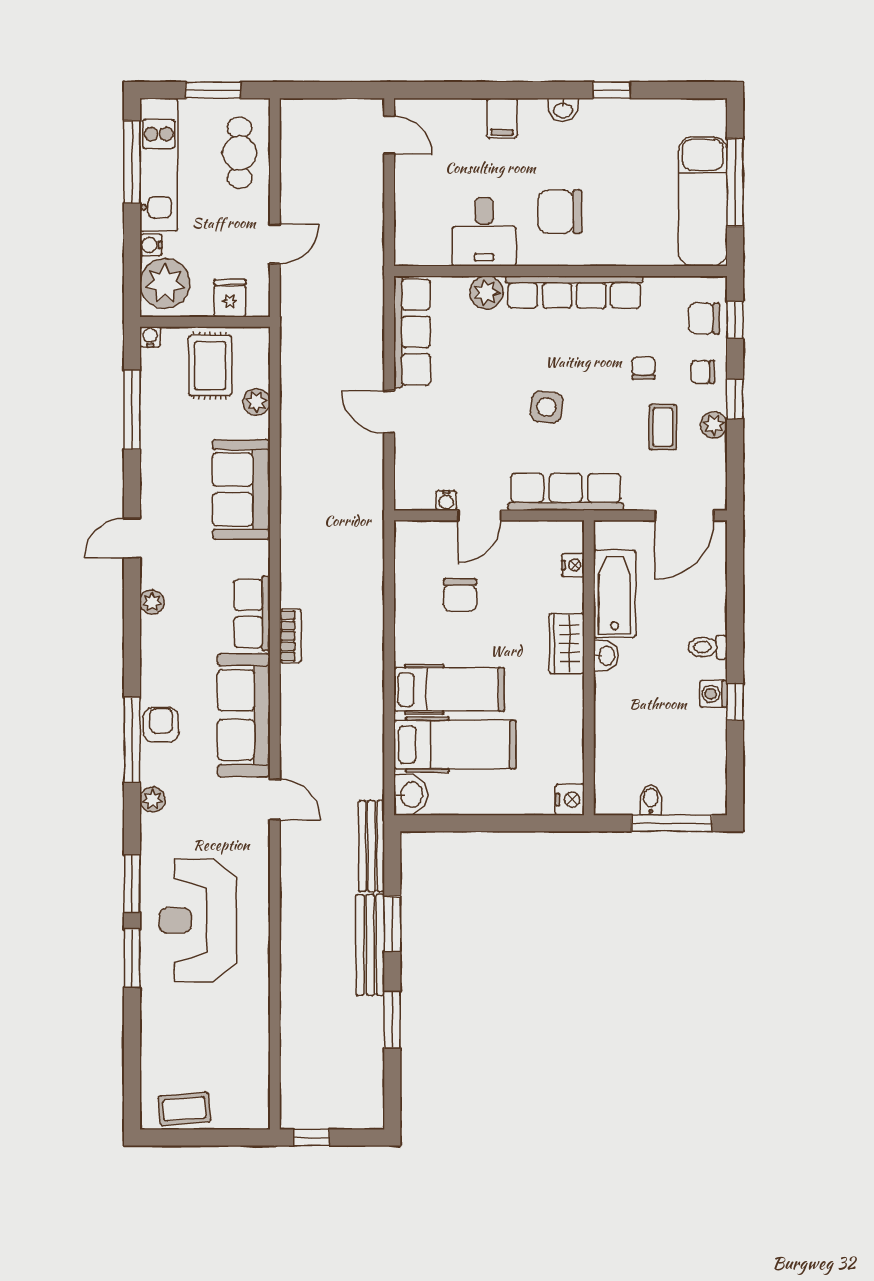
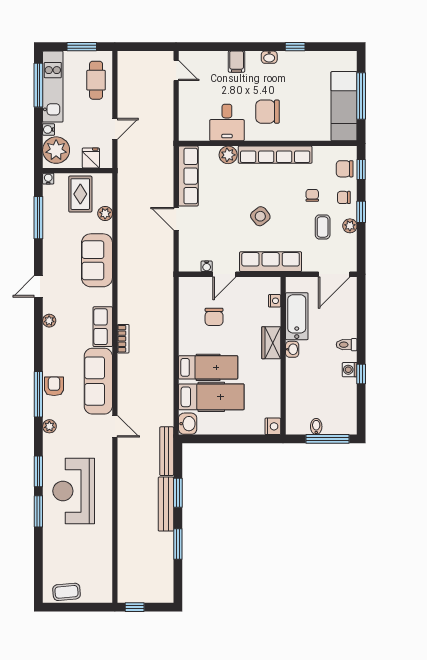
side table: (546, 407) -> (260, 216), turned 45

